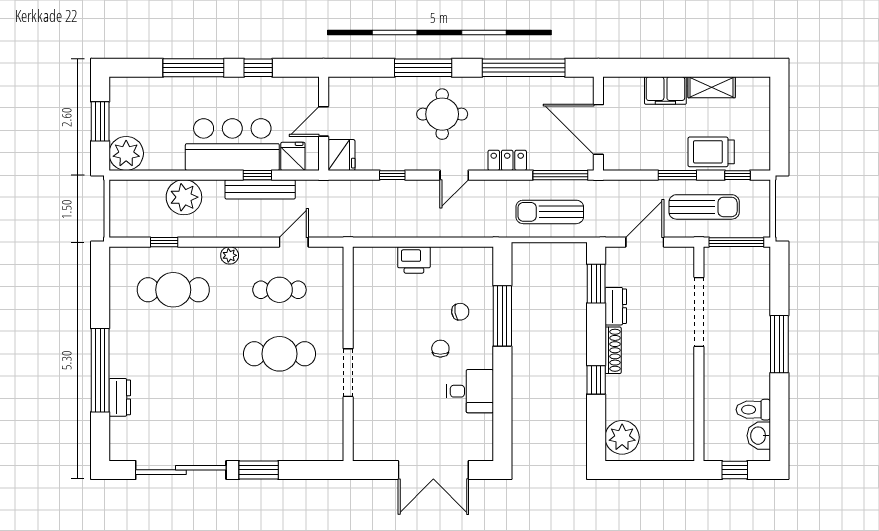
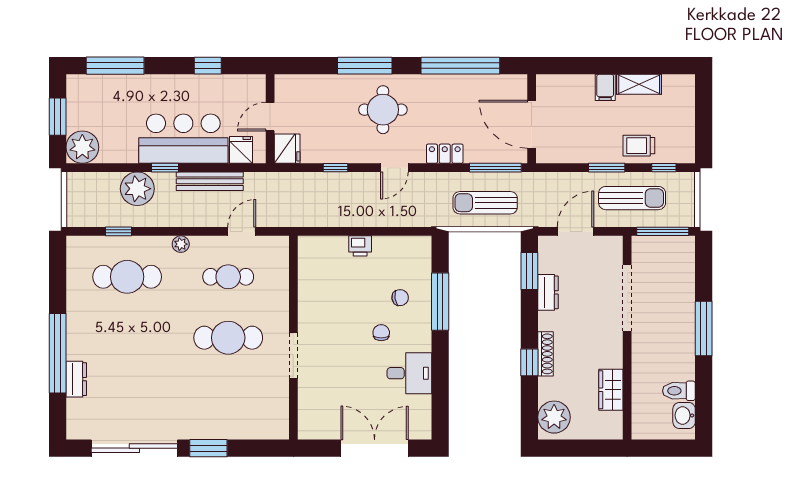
window: (193, 68) -> (115, 66), moved
filing cabinet: (665, 91) -> (605, 87), width x0.50
trolley: (711, 152) -> (639, 146), width x0.73, depth x0.72
window: (257, 175) -> (165, 168), moved
printer: (414, 260) -> (360, 246), width x0.73, depth x0.81
shoe rack: (613, 350) -> (545, 354), moved
wardrobe: (682, 409) -> (611, 390), added
double door: (433, 470) -> (375, 448), swing flipped
window: (735, 470) -> (661, 448), removed

